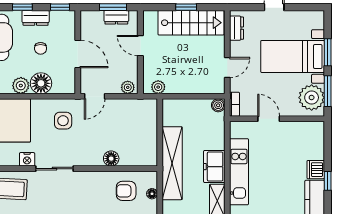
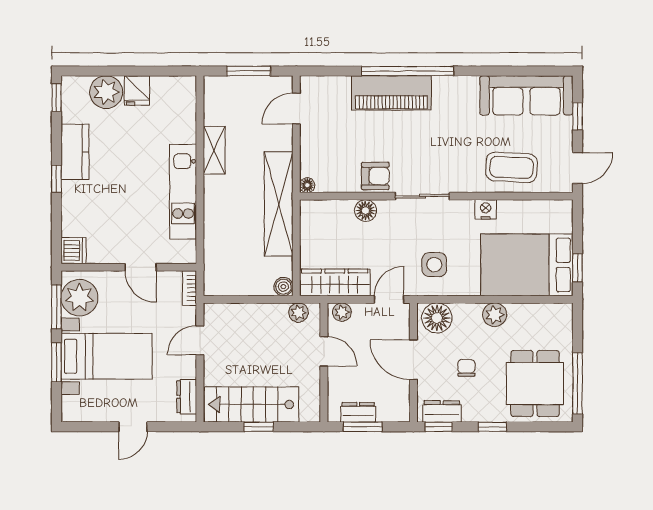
dresser: (36, 18) -> (442, 411), moved
door: (140, 46) -> (324, 351), moved
floor lamp: (41, 83) -> (437, 318), moved
boiler: (218, 105) -> (283, 287), moved
wardrobe: (133, 108) -> (335, 282), added
freezer: (214, 167) -> (218, 199), removed
sliding door: (54, 169) -> (422, 196), moved
dishwasher: (316, 170) -> (73, 251), moved
armchair: (126, 191) -> (375, 176), moved
floor lamp: (152, 194) -> (307, 185), moved

